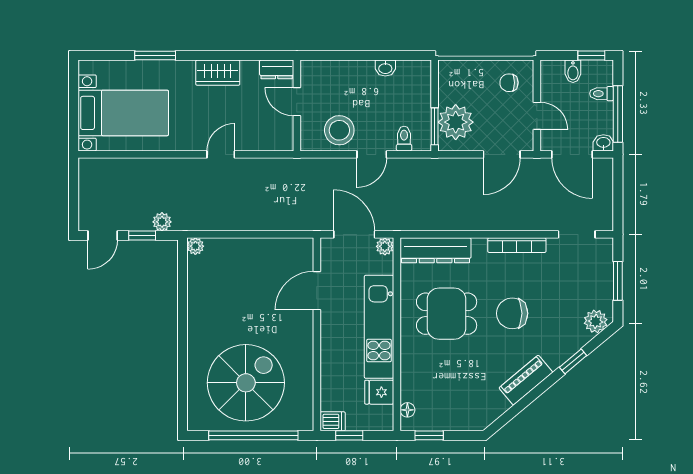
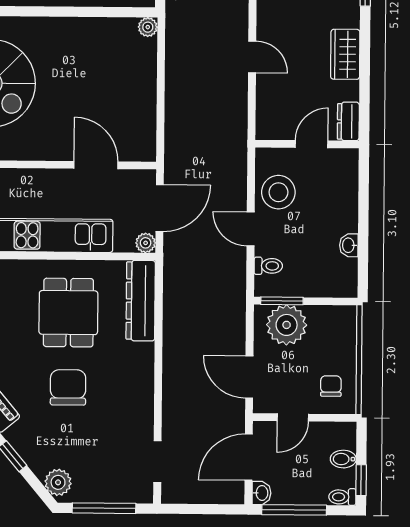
toilet: (602, 94) -> (342, 497), moved, turned -90
bookcase: (517, 245) -> (146, 393), removed
window: (618, 281) -> (104, 508), width x1.44

